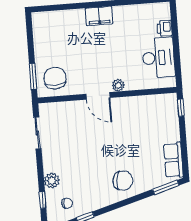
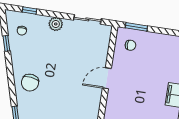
chair: (55, 78) -> (130, 45), width x0.54, depth x0.54
plant: (118, 85) -> (112, 98), removed
plant: (52, 181) -> (56, 24), moved

